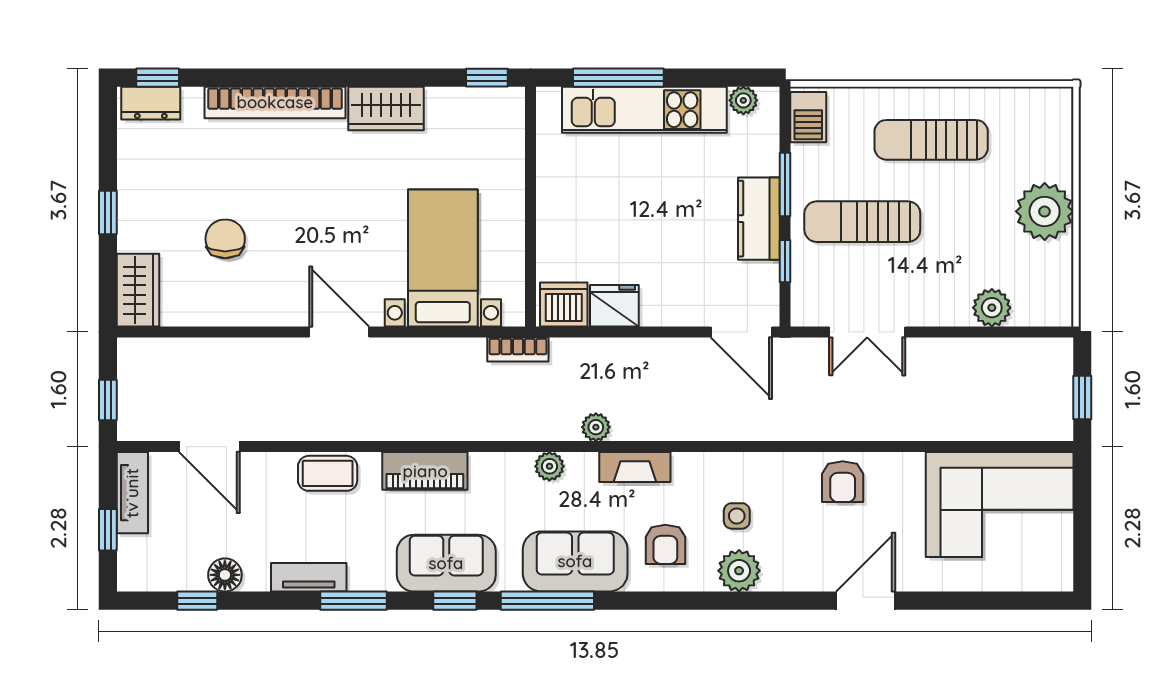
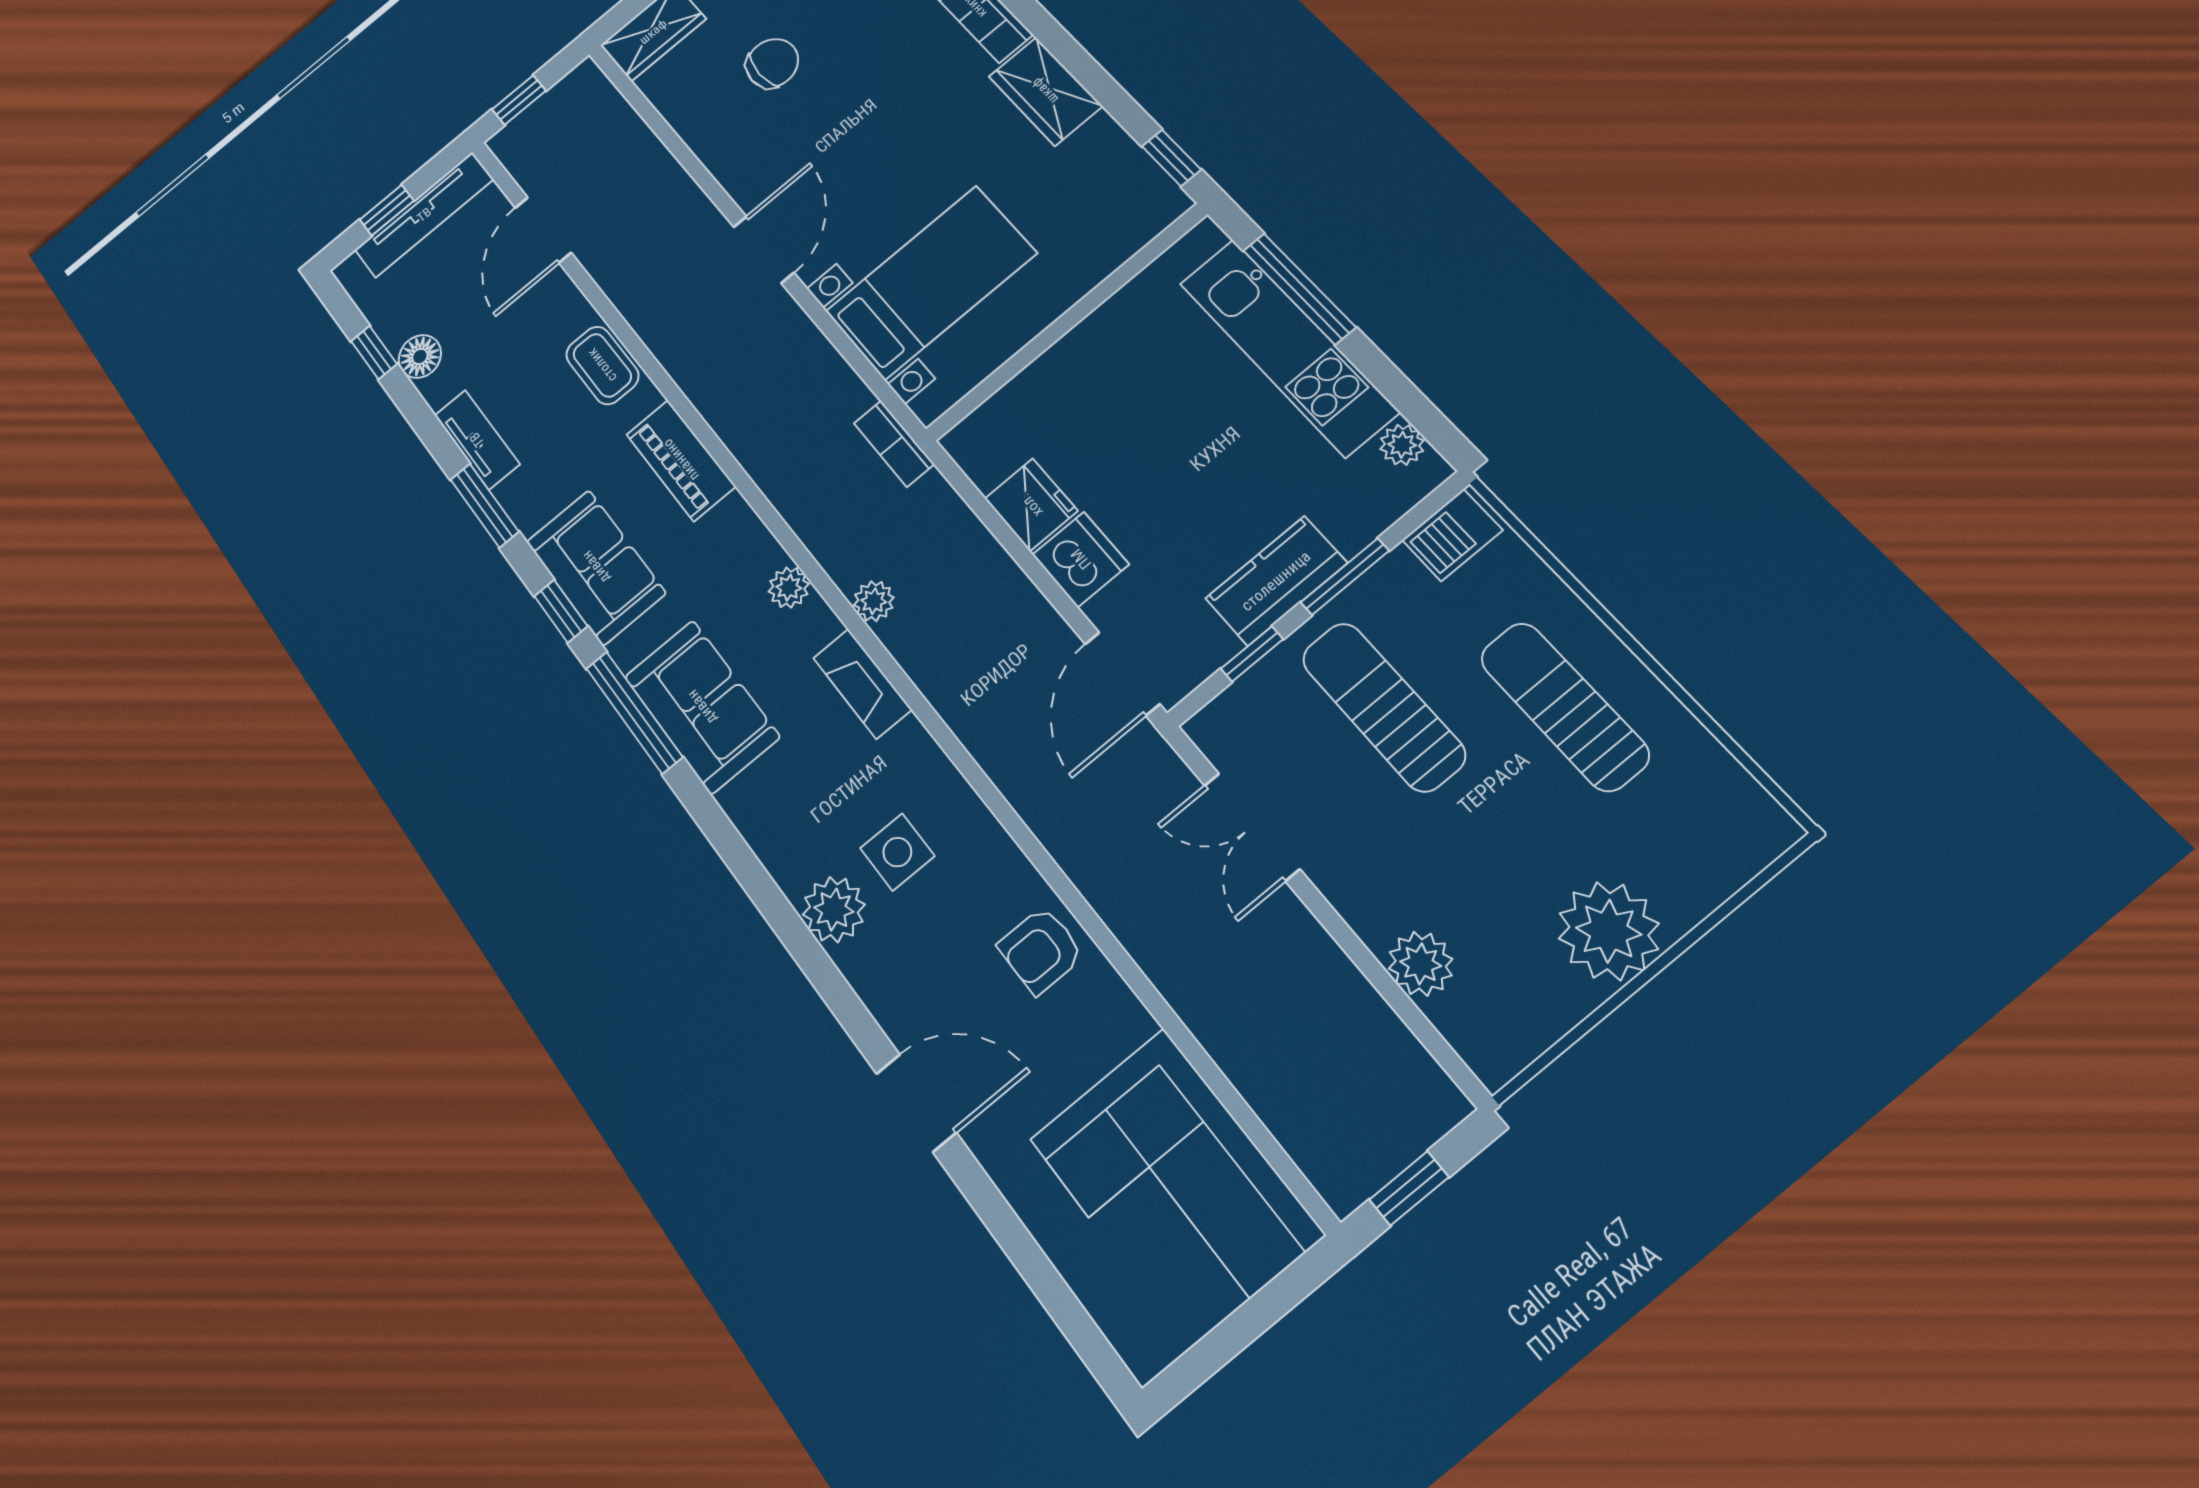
dishwasher: (564, 304) -> (1081, 559), moved
tv unit: (132, 493) -> (424, 215), width x1.41
side table: (737, 516) -> (897, 852), width x1.37, depth x1.37
armchair: (665, 544) -> (799, 794), removed

